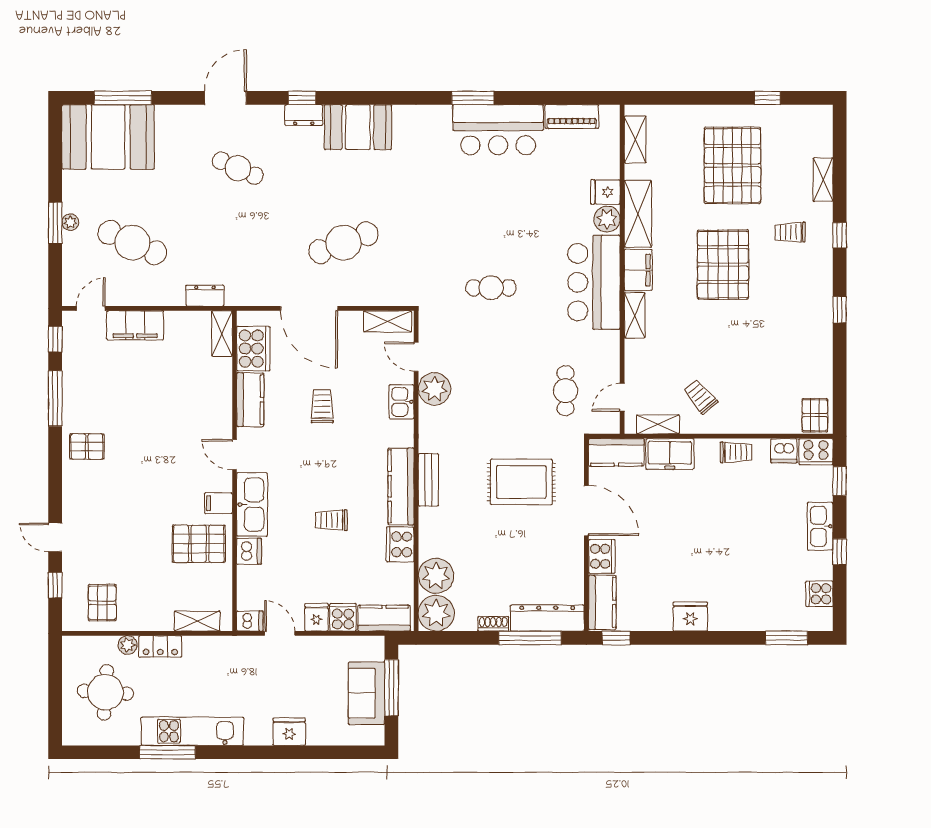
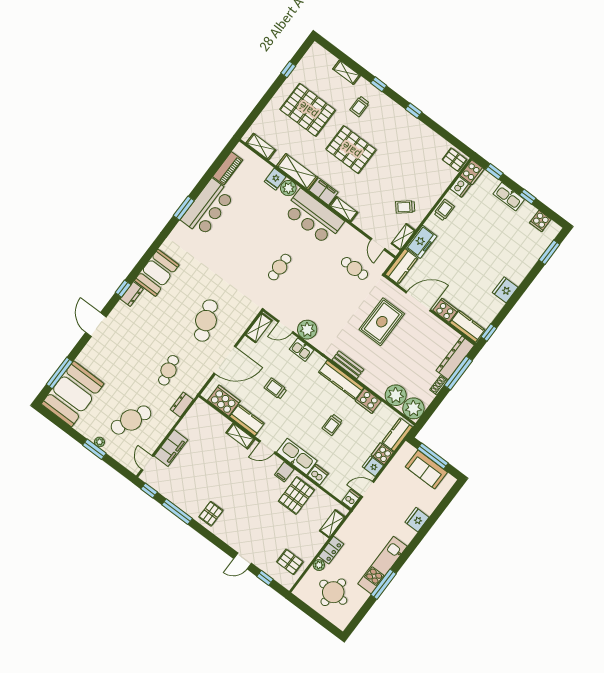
cafe table: (238, 168) -> (169, 370), moved, turned -36
shelving: (222, 334) -> (240, 436), moved

